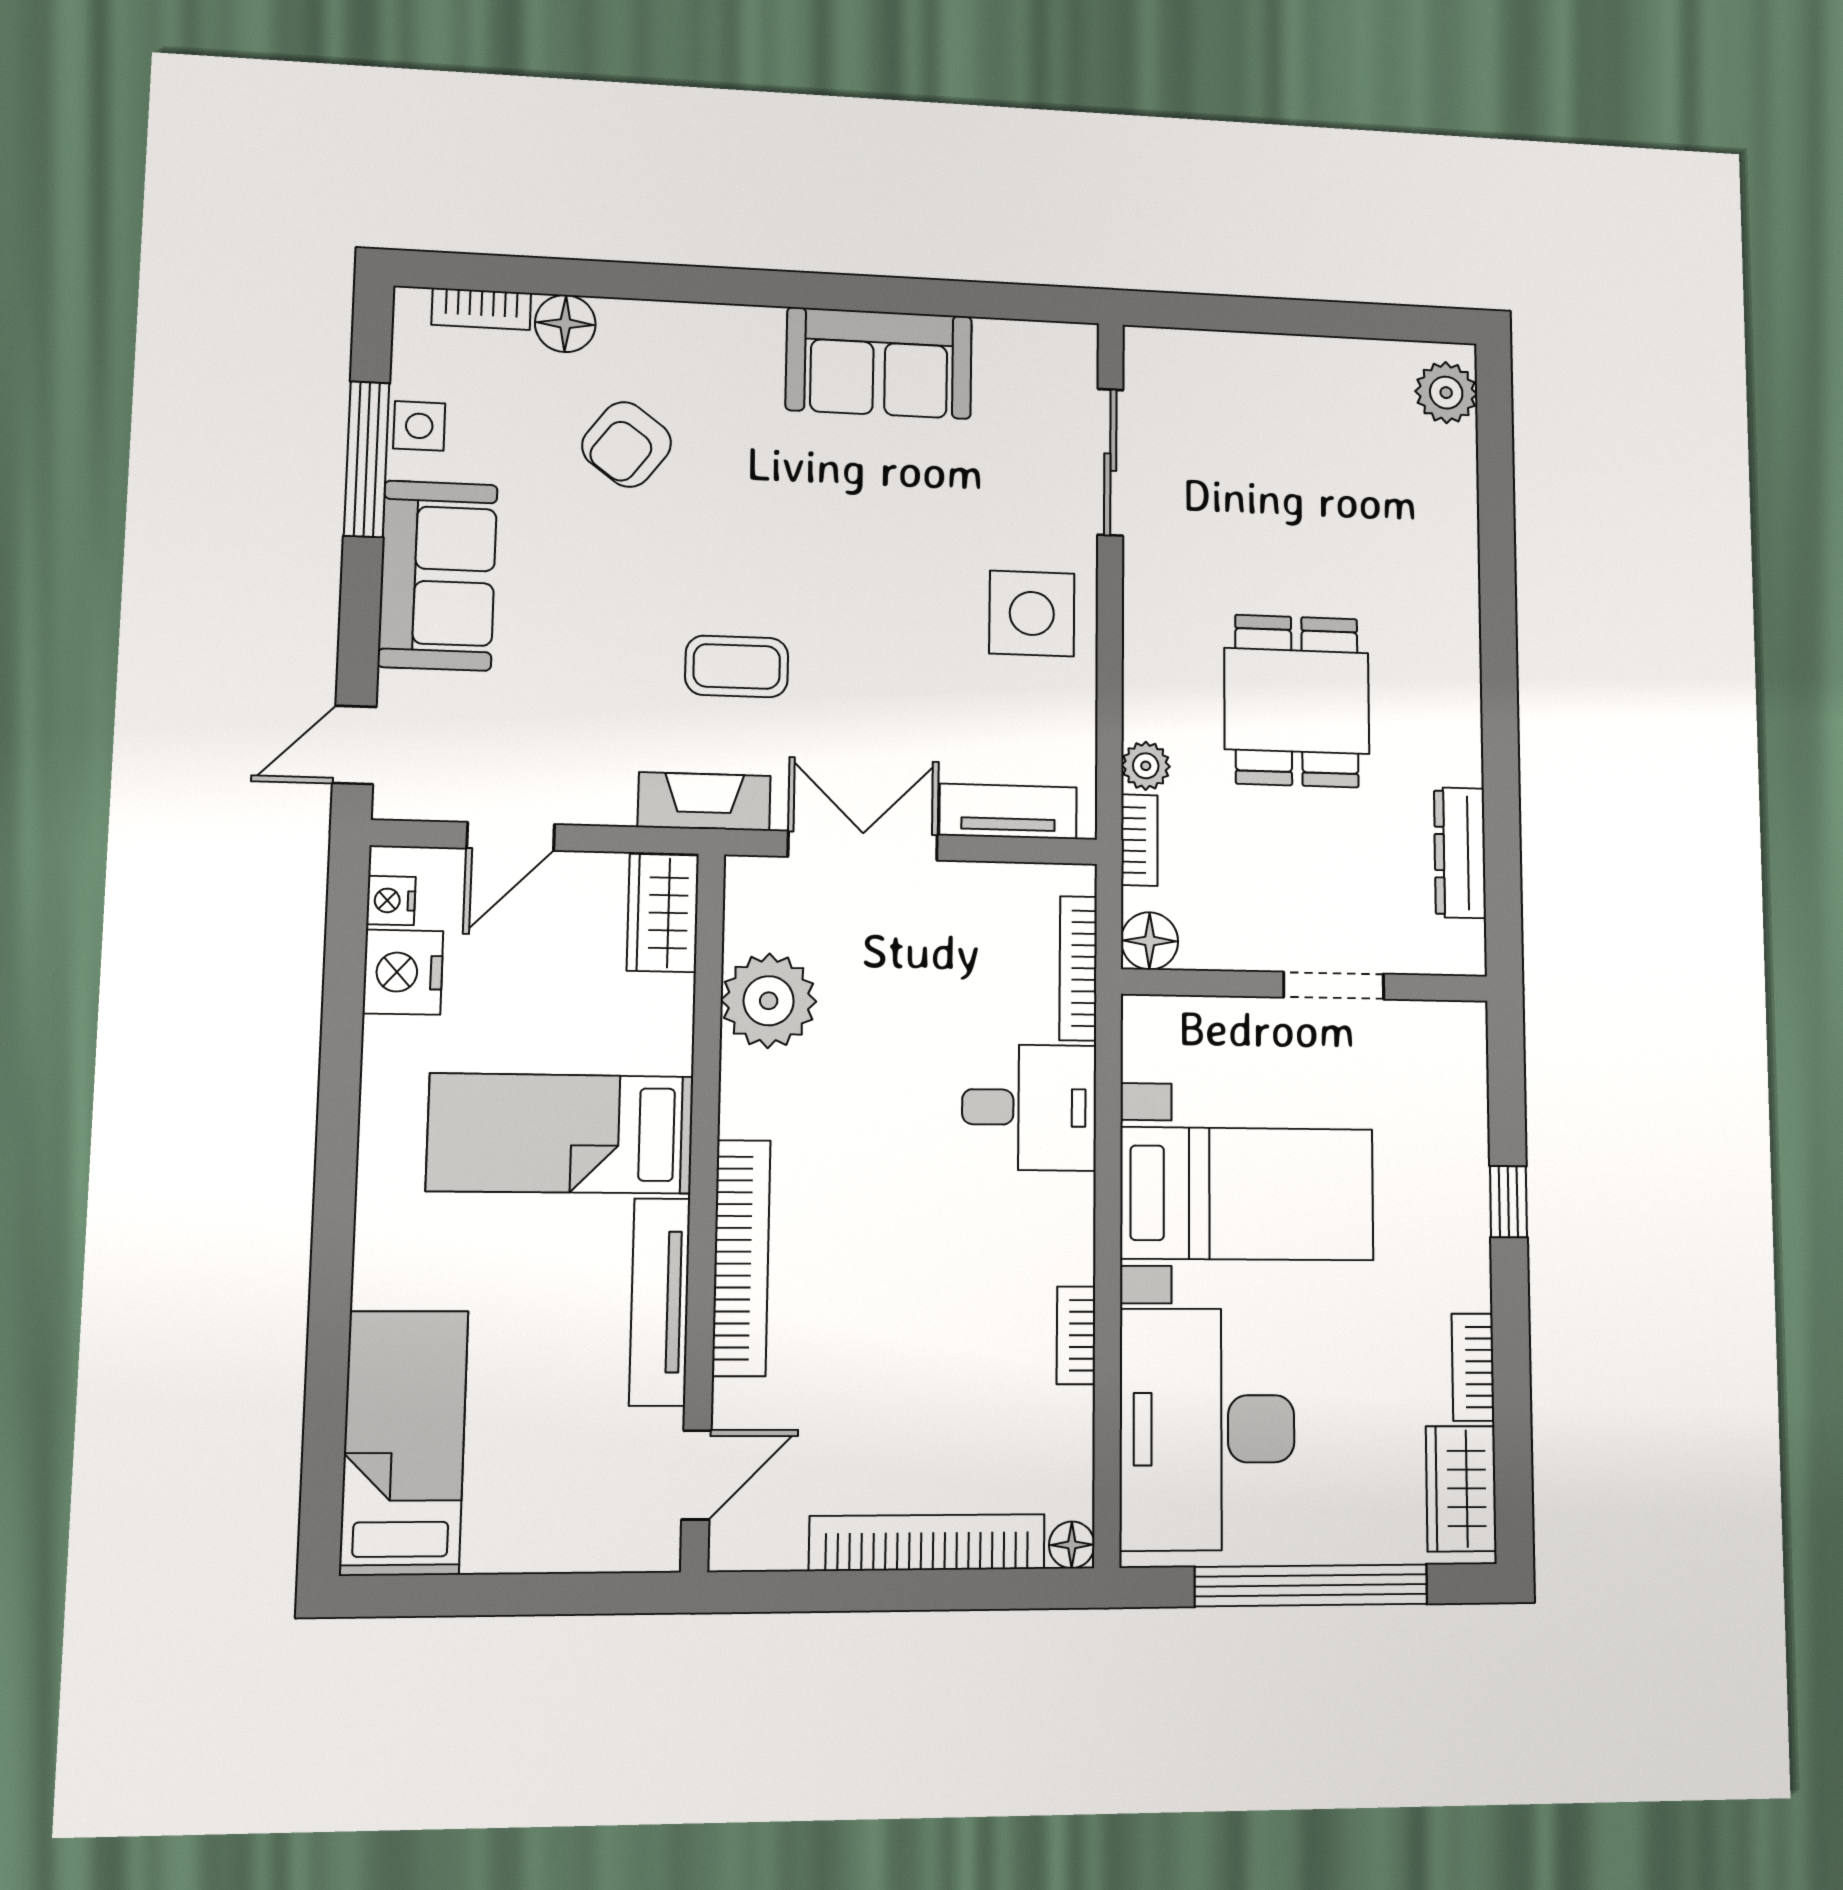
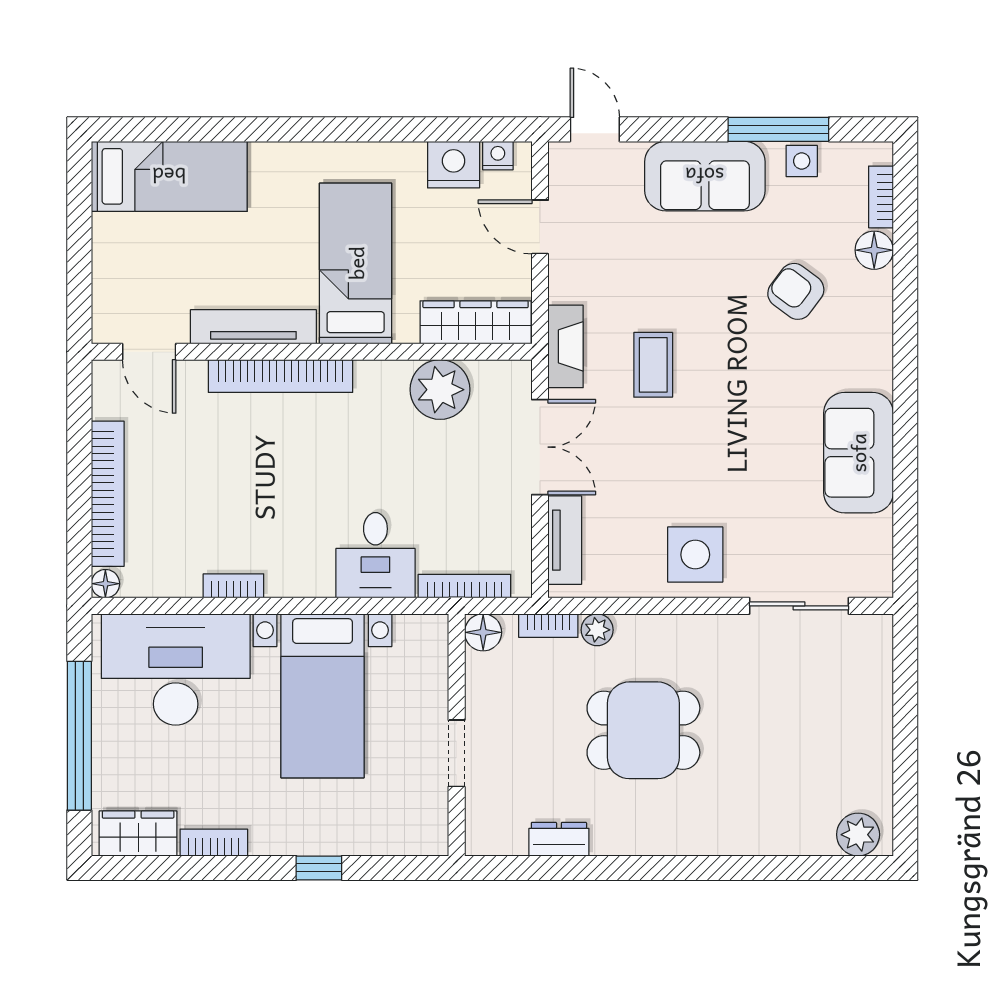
dresser: (1460, 853) -> (559, 839), width x0.70
wardrobe: (663, 913) -> (476, 322), width x1.50

